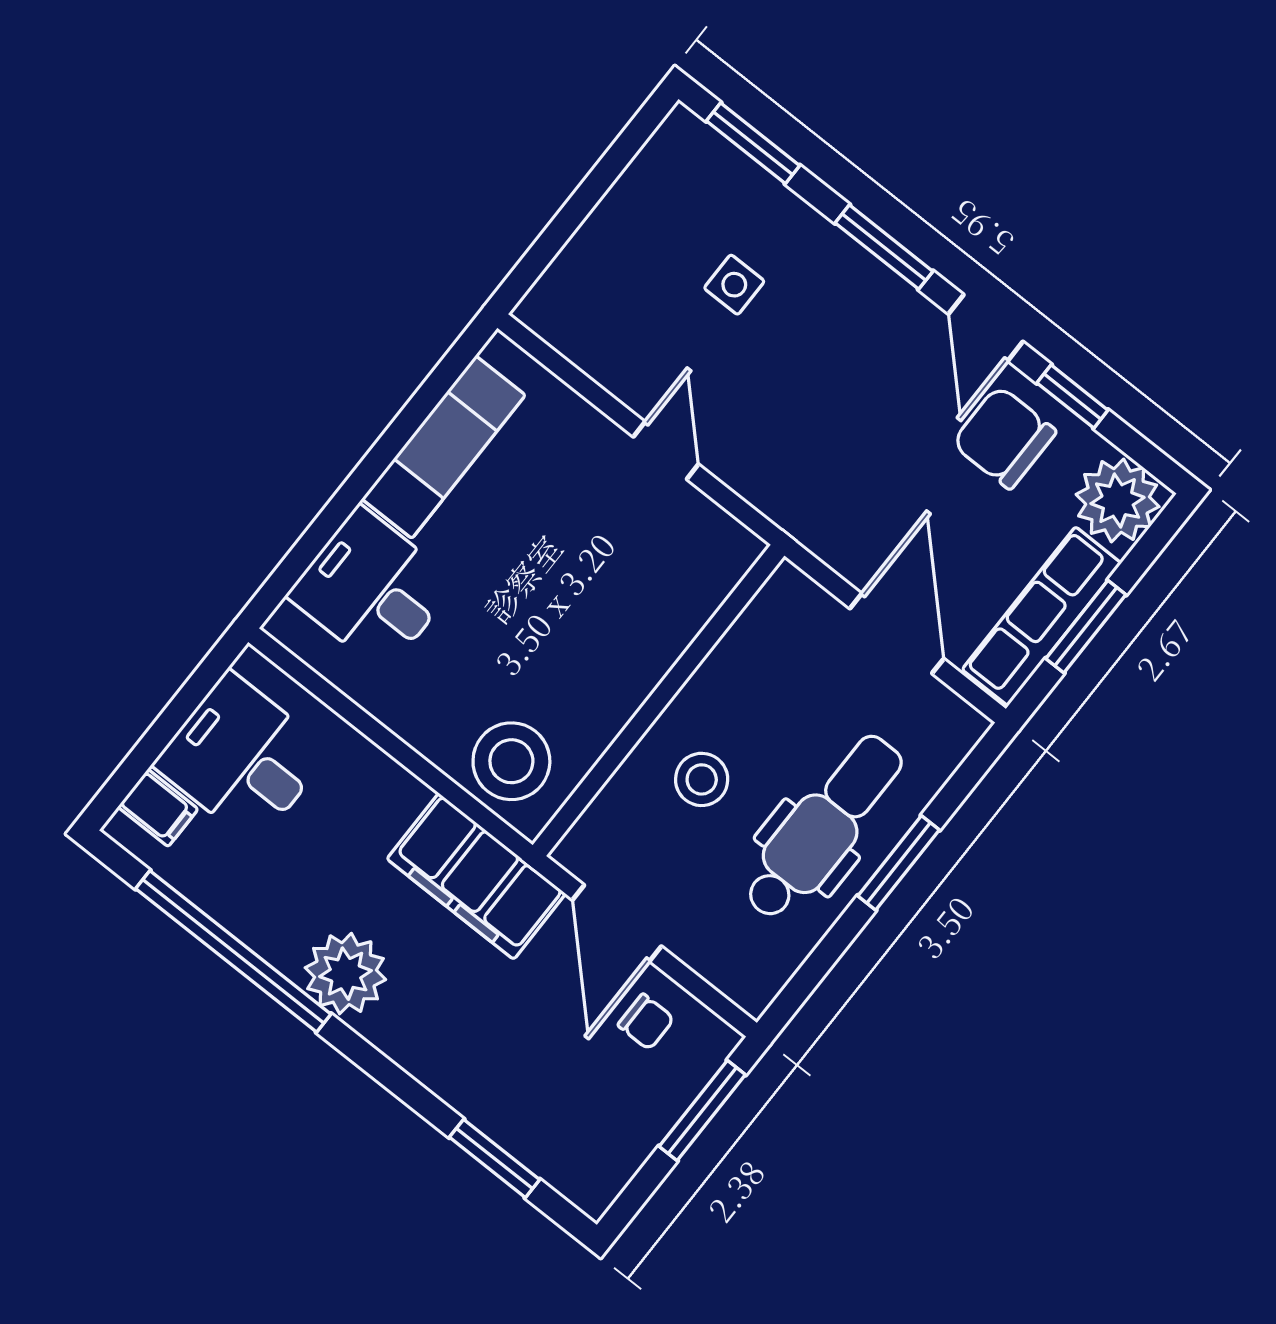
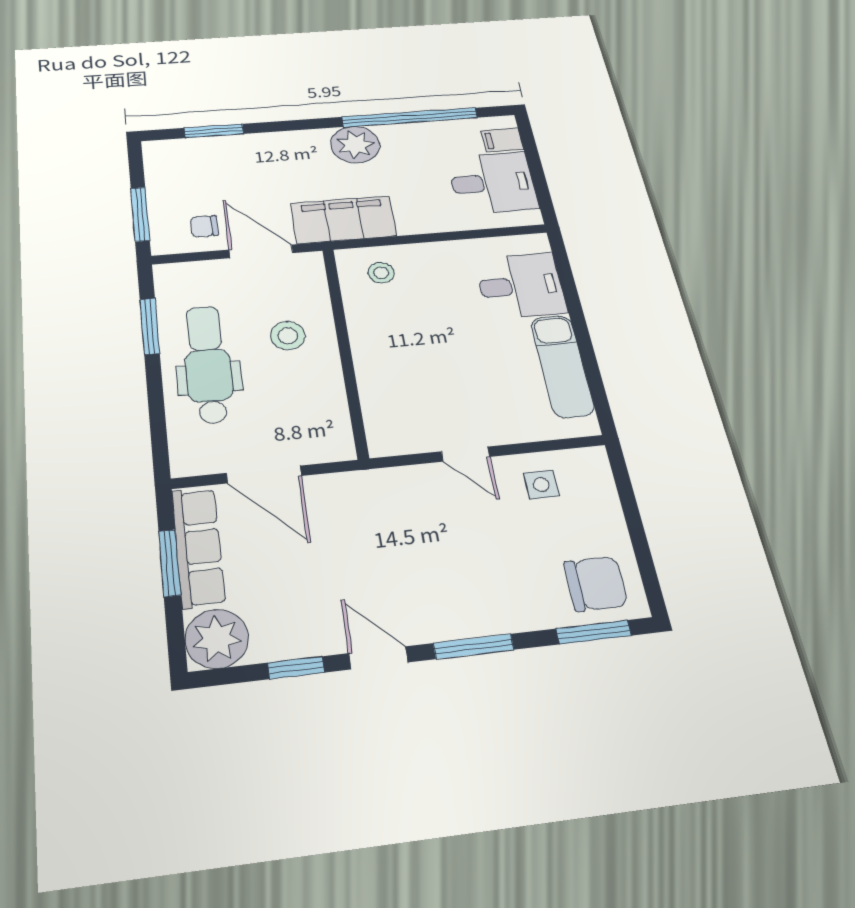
side table: (734, 285) -> (541, 485), moved
chair: (1004, 437) -> (596, 584), moved
stool: (511, 761) -> (381, 273), width x0.53, depth x0.53
dental chair: (823, 827) -> (208, 364), turned 180
window: (899, 863) -> (150, 326), moved

